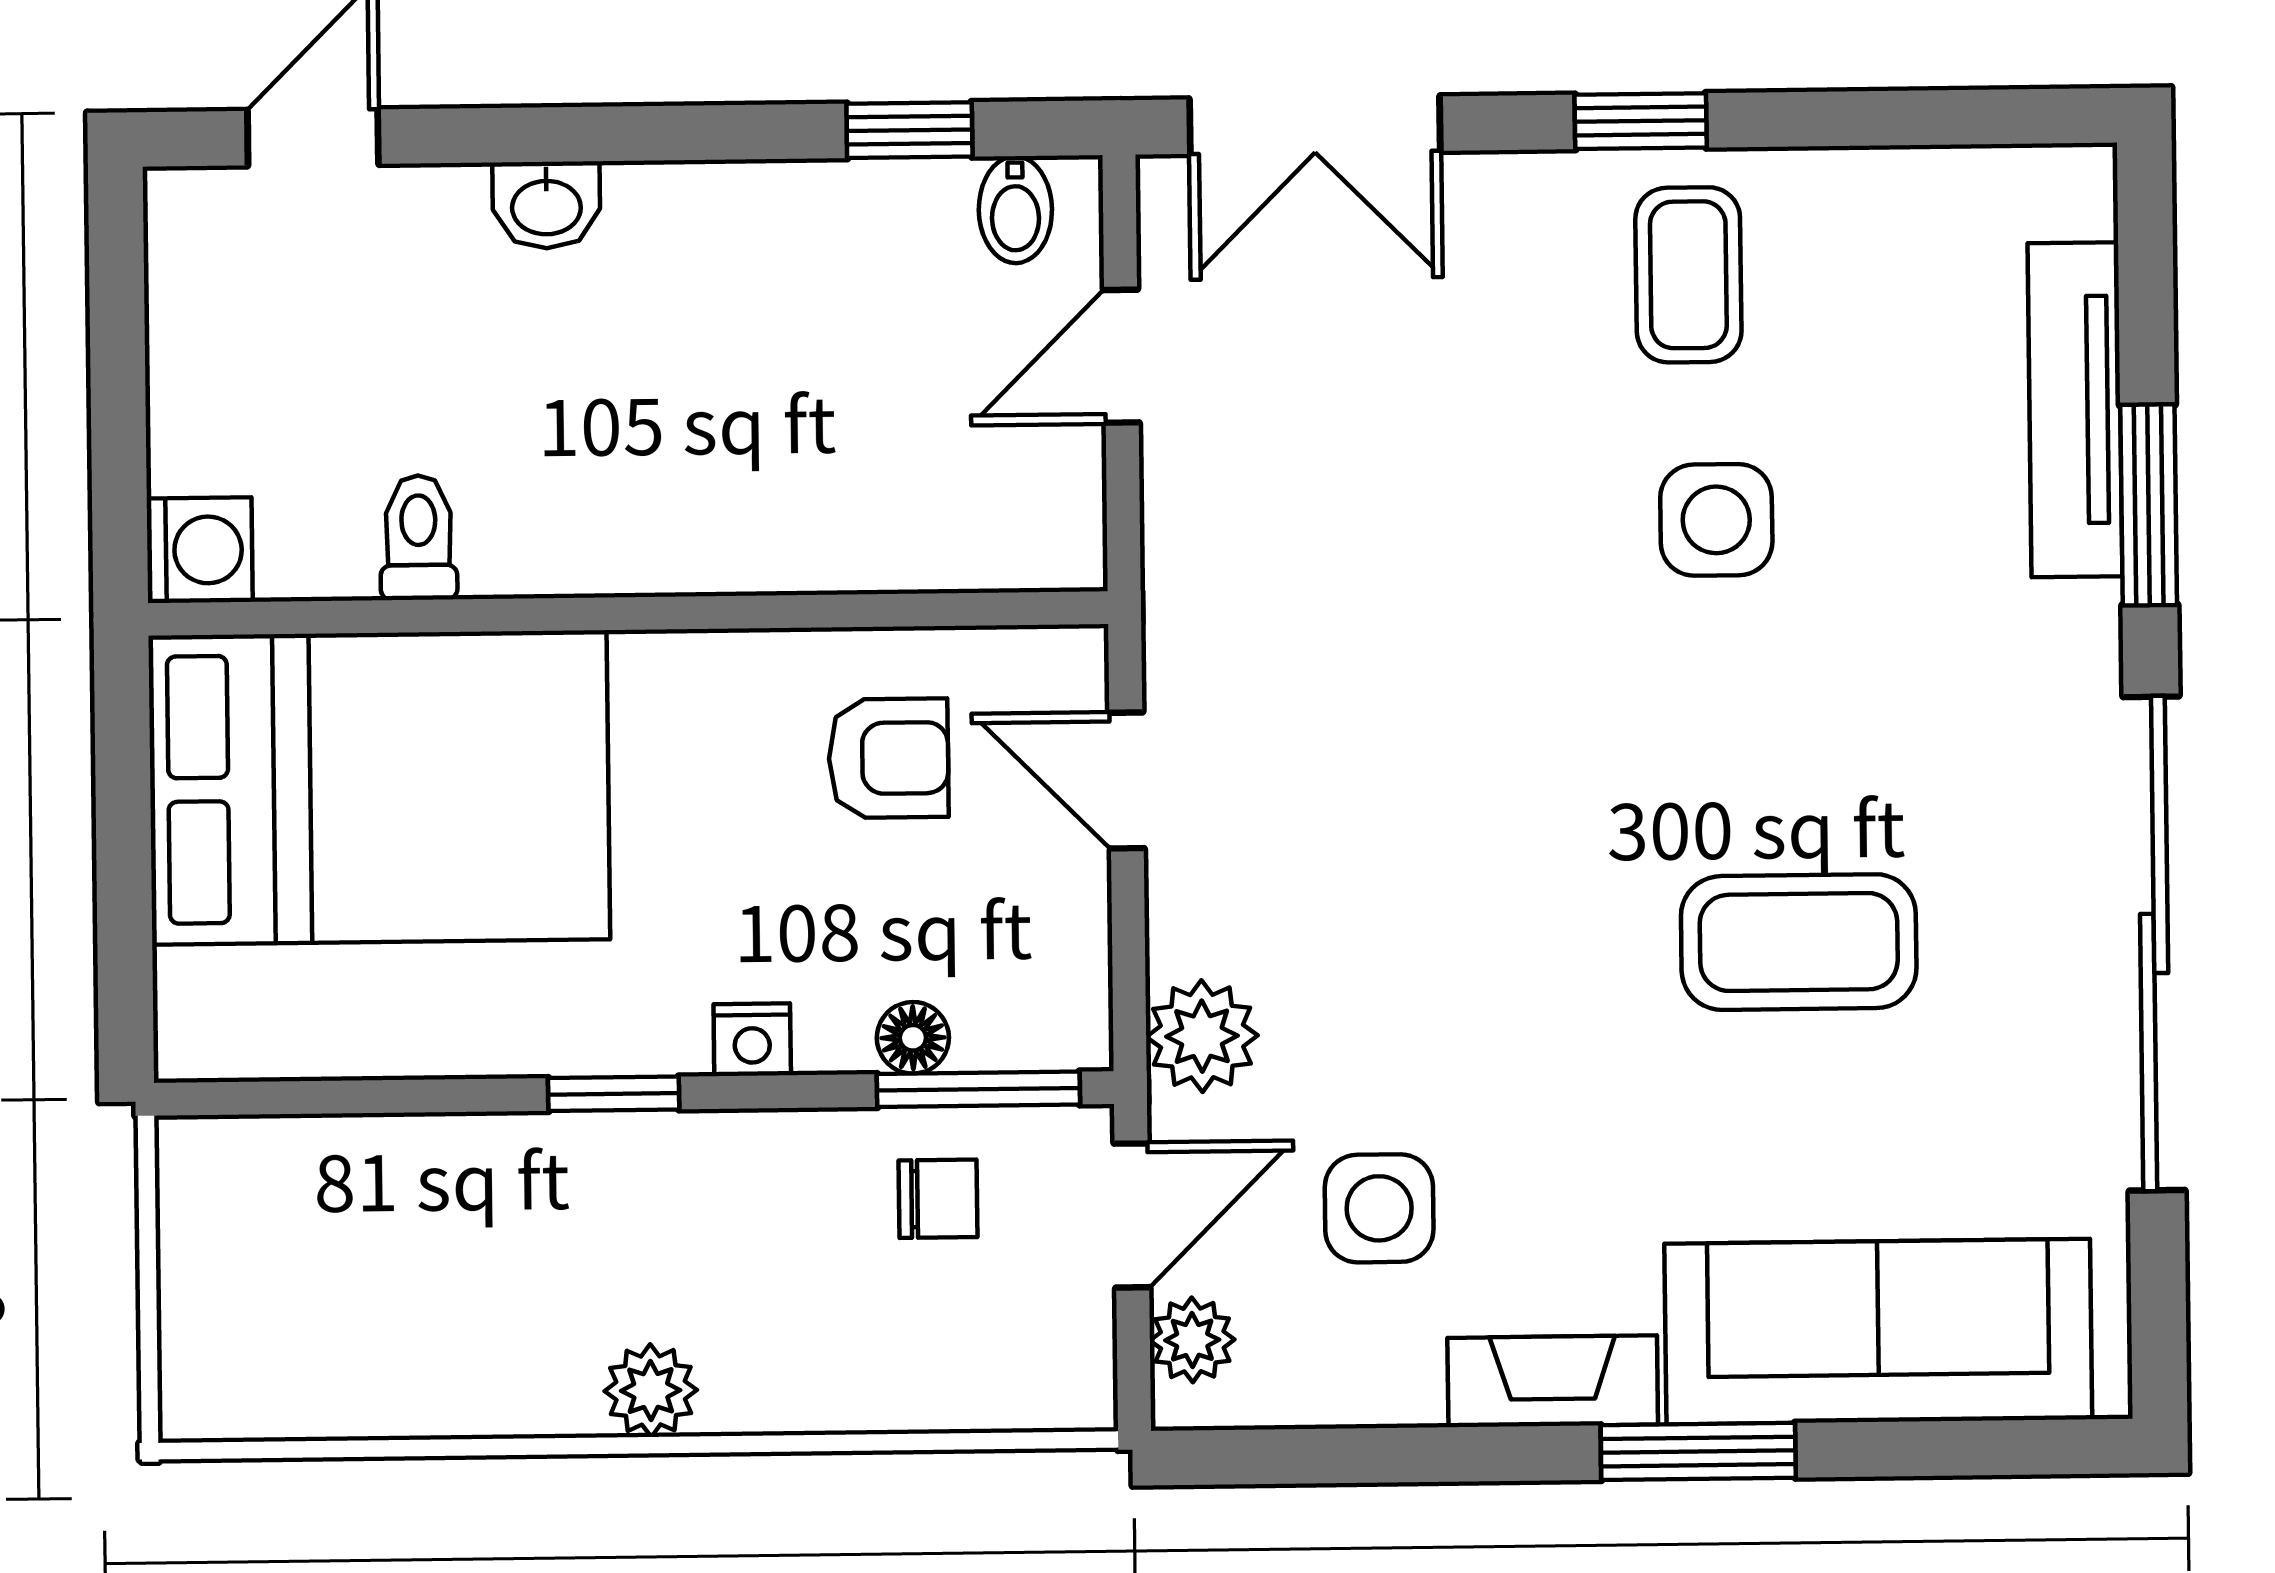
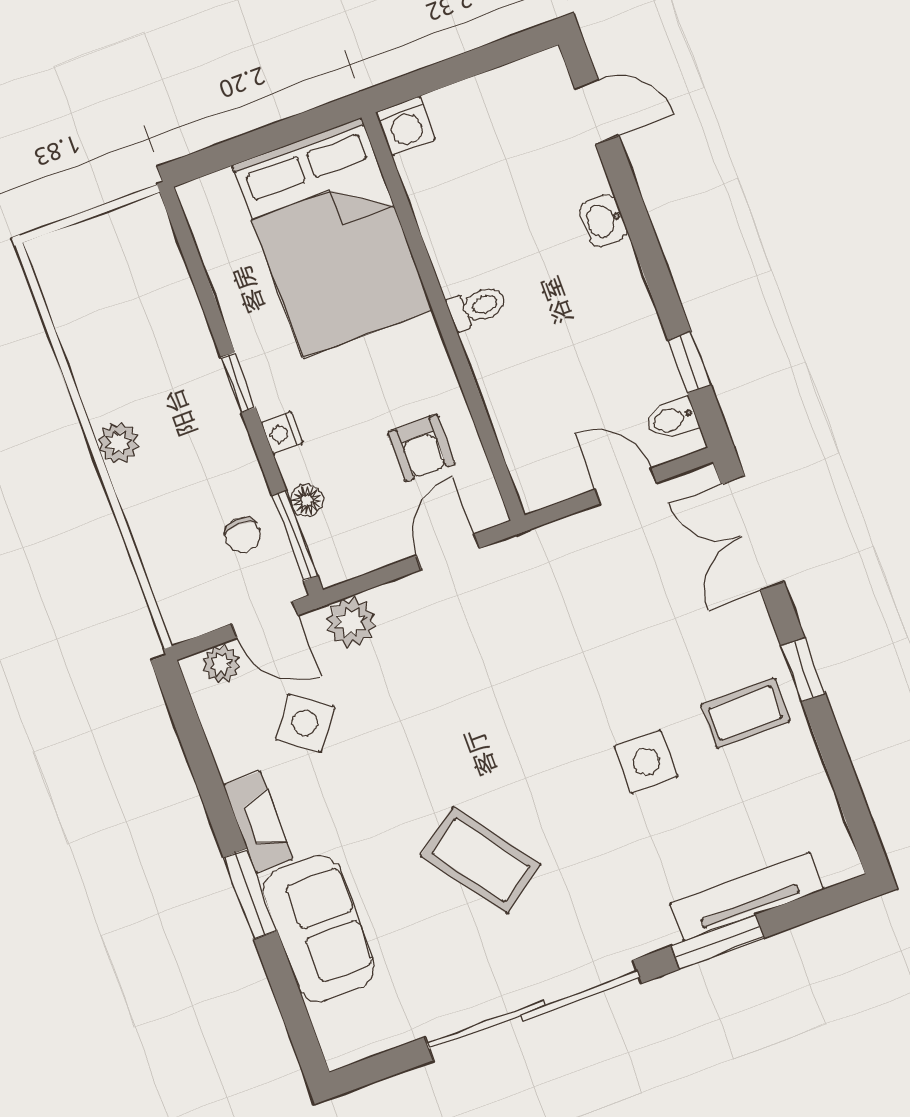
toilet: (419, 538) -> (477, 307), moved
coffee table: (1799, 942) -> (480, 860), turned -36
side table: (1379, 1208) -> (305, 723), turned 36
sofa: (1878, 1332) -> (319, 928), width x0.73

